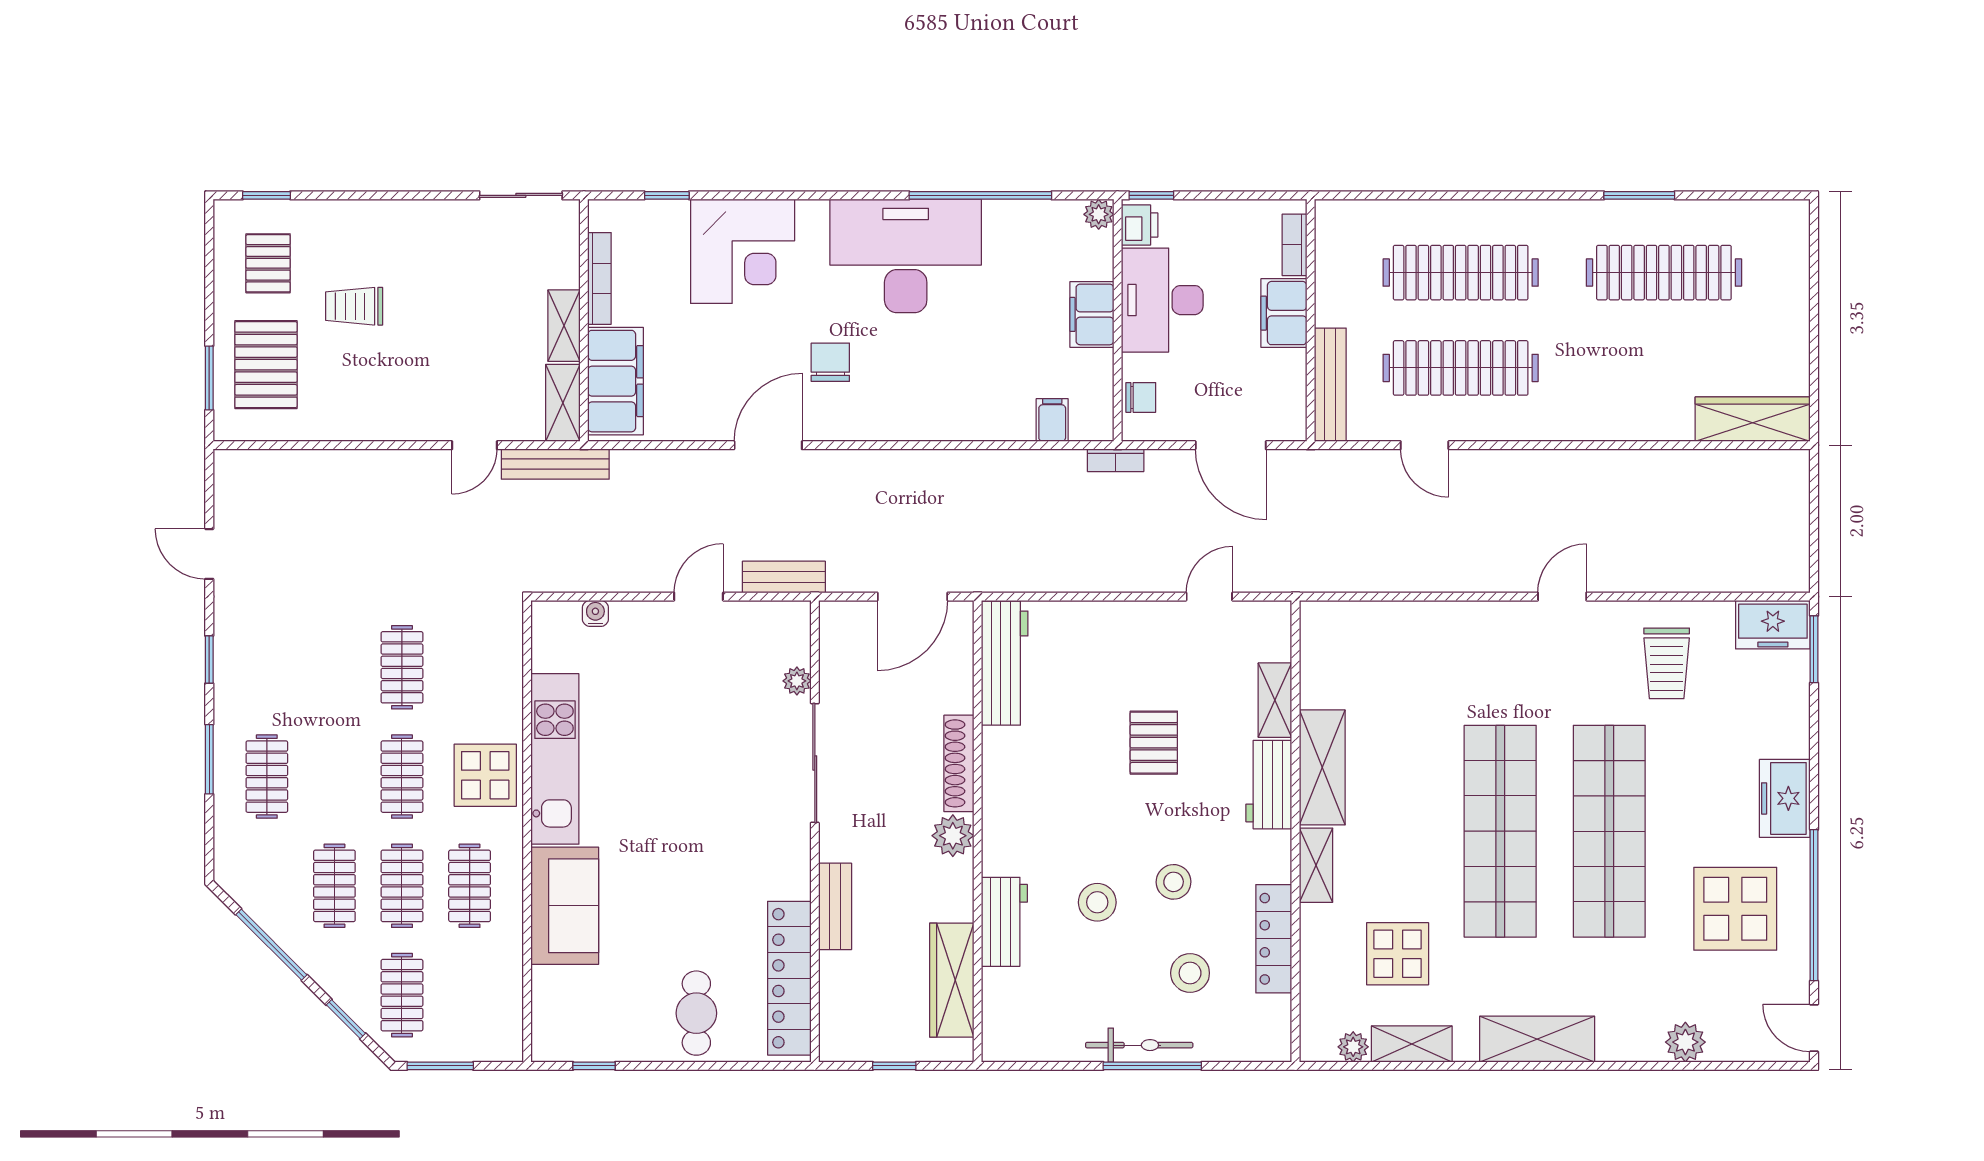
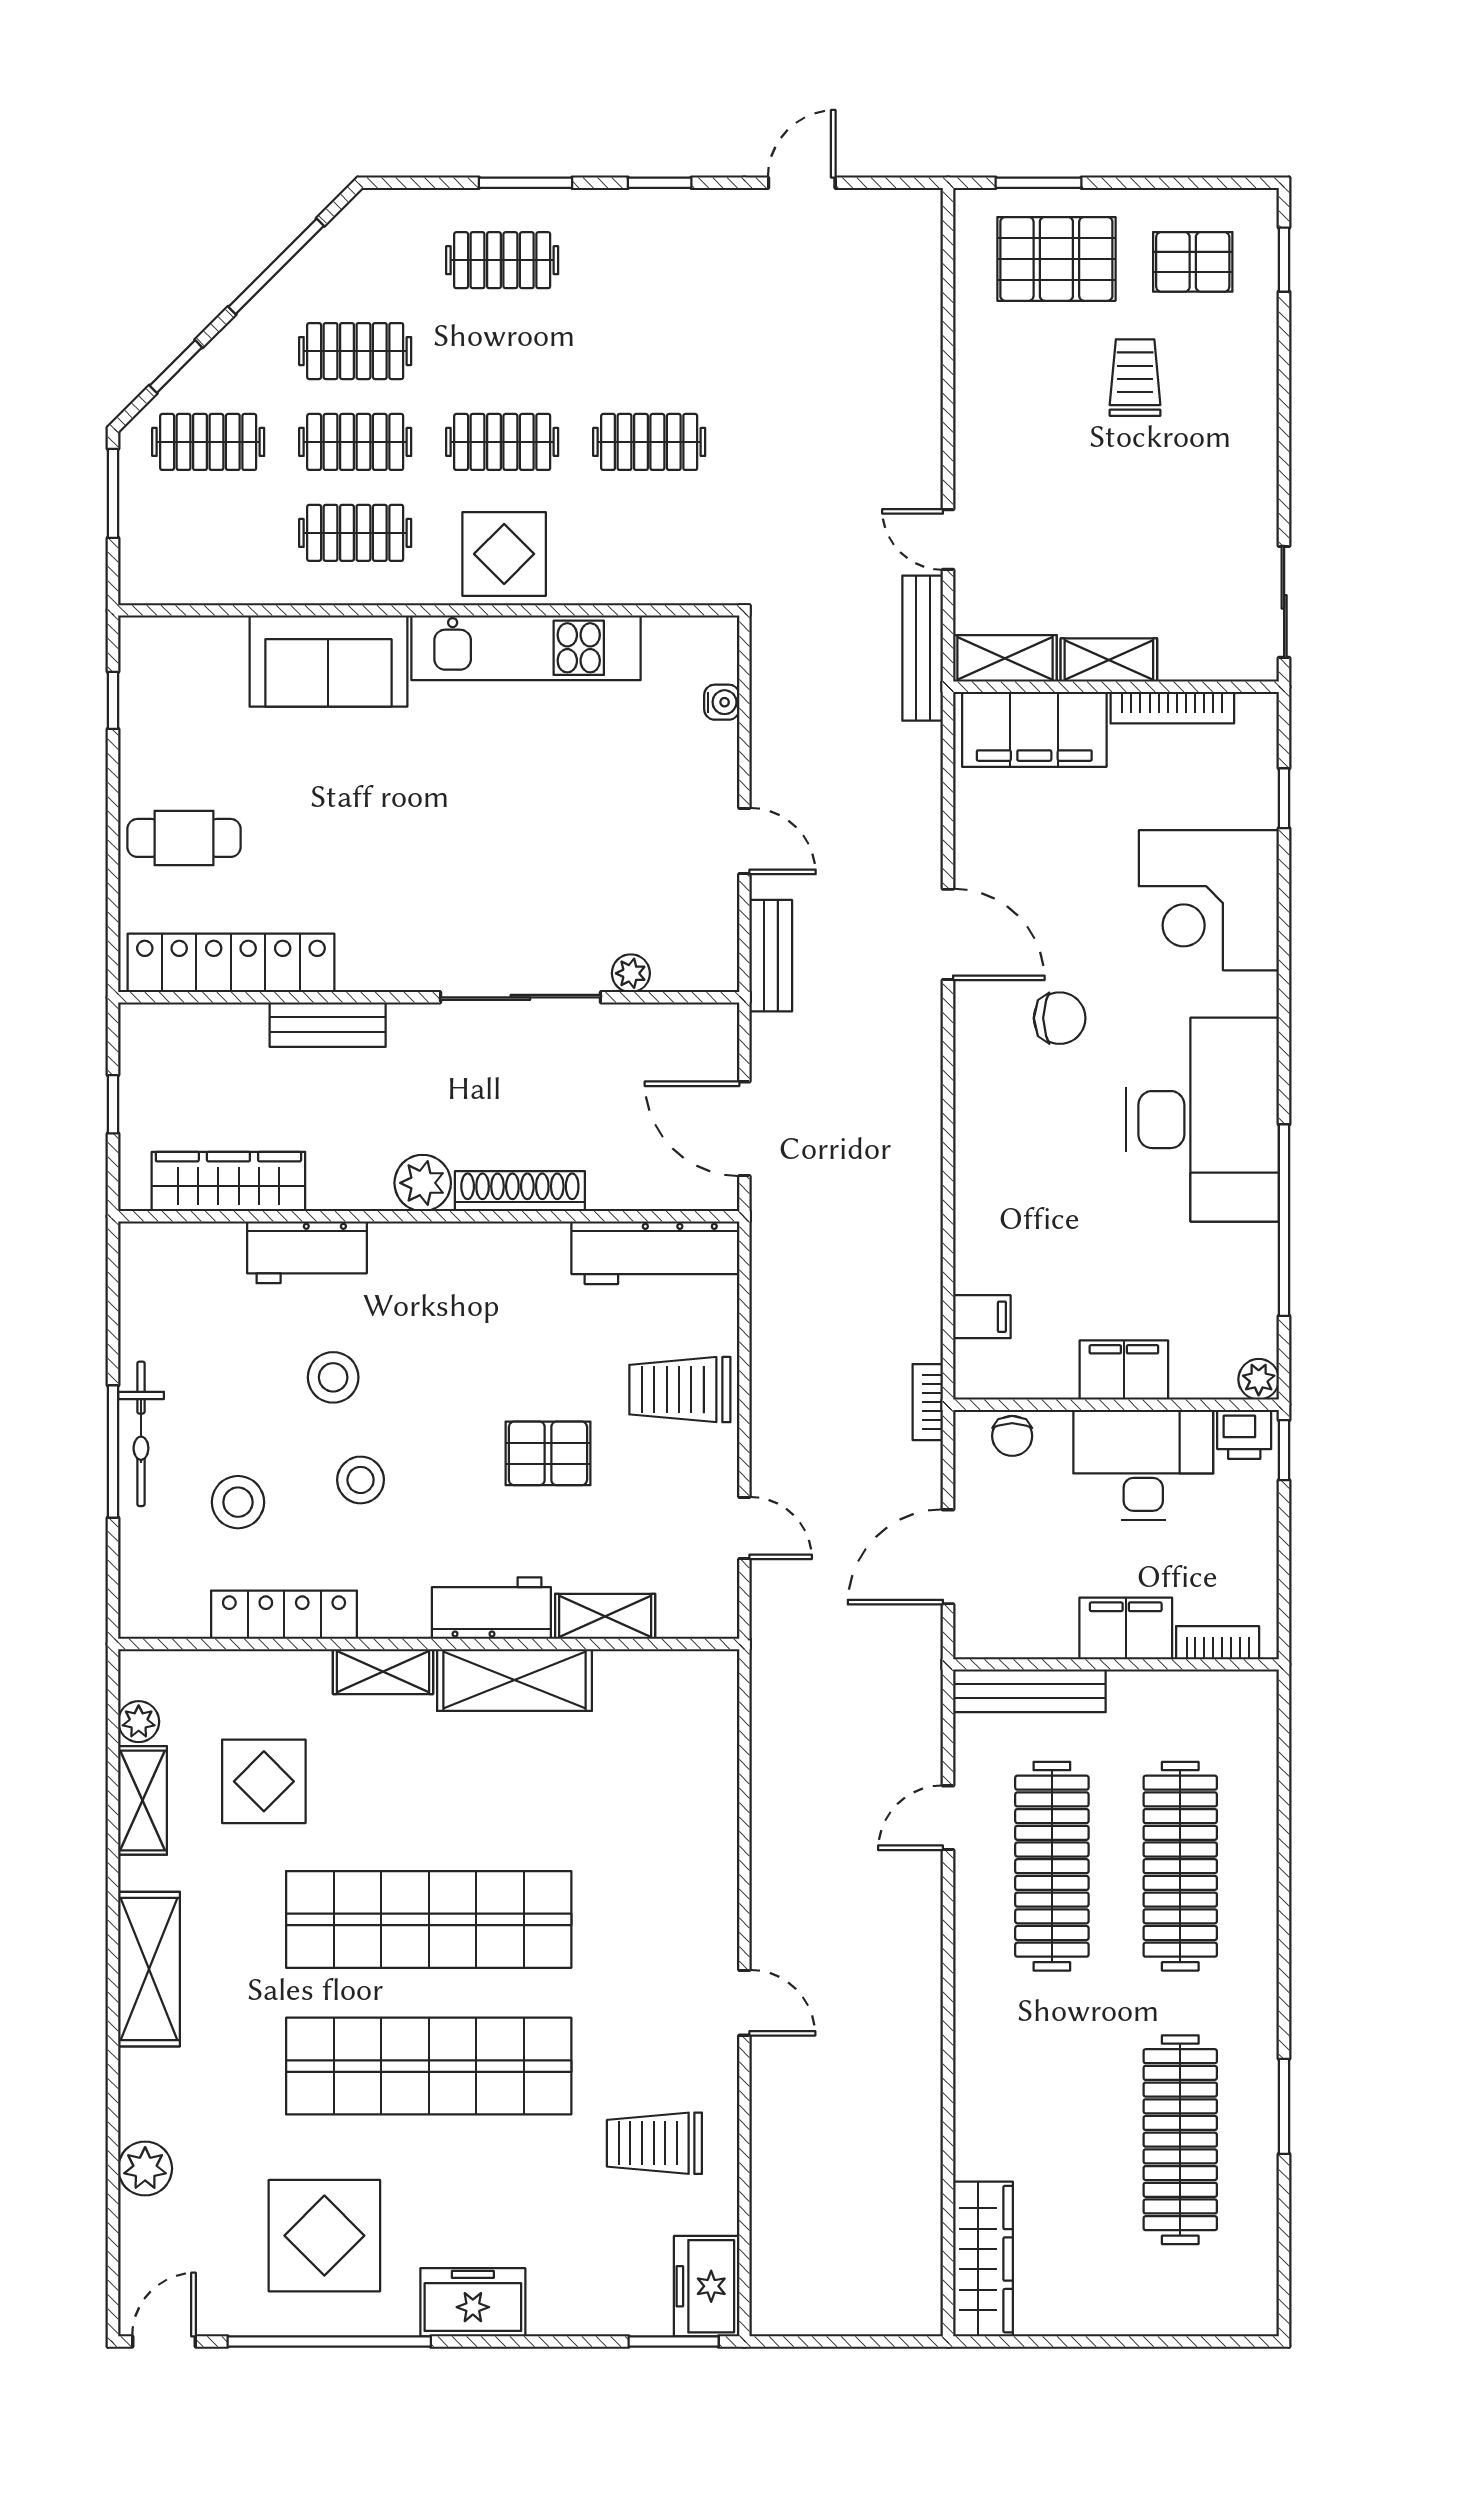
trolley: (1106, 645) -> (680, 1390), added

